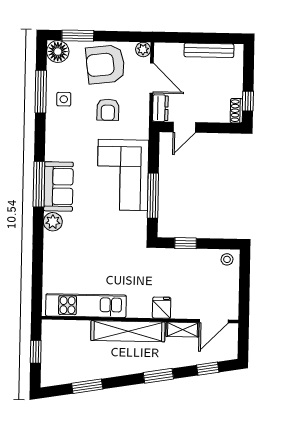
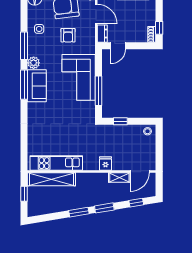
window: (41, 92) -> (24, 46), moved
plant: (53, 222) -> (34, 63), moved
shelving: (128, 331) -> (51, 179), moved
window: (87, 386) -> (79, 212), moved

